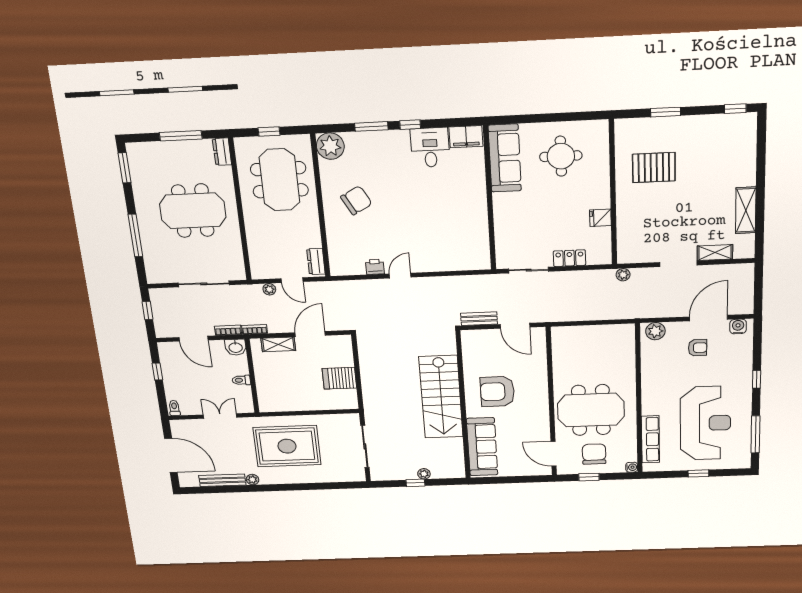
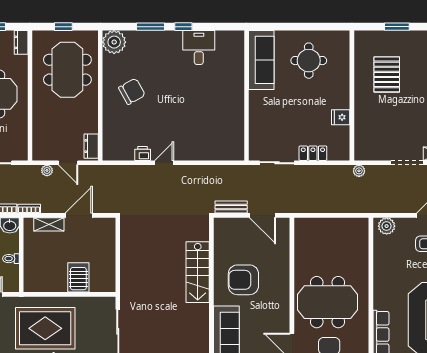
filing cabinet: (466, 137) -> (230, 40), removed
pallet: (654, 168) -> (387, 74), turned 90
server rack: (339, 378) -> (78, 277), moved, turned 90
stairs: (441, 397) -> (198, 272), width x0.73, depth x0.66

